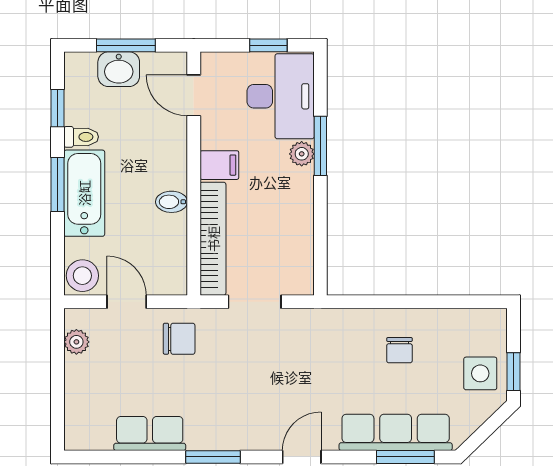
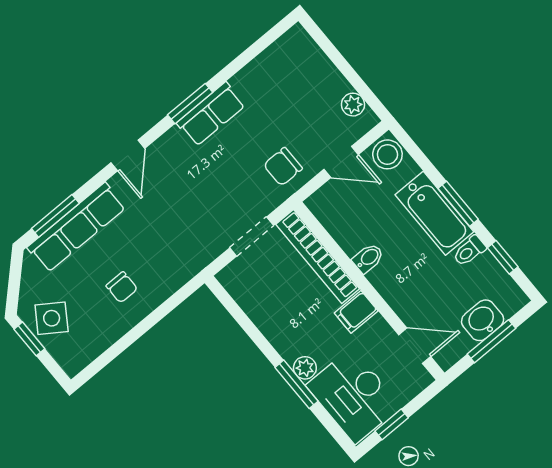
chair: (399, 350) -> (122, 287), turned 180
side table: (480, 373) -> (52, 318), turned 34
row of seats: (150, 433) -> (211, 114), moved

